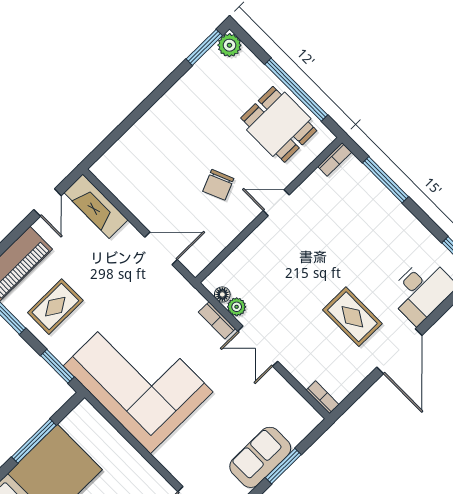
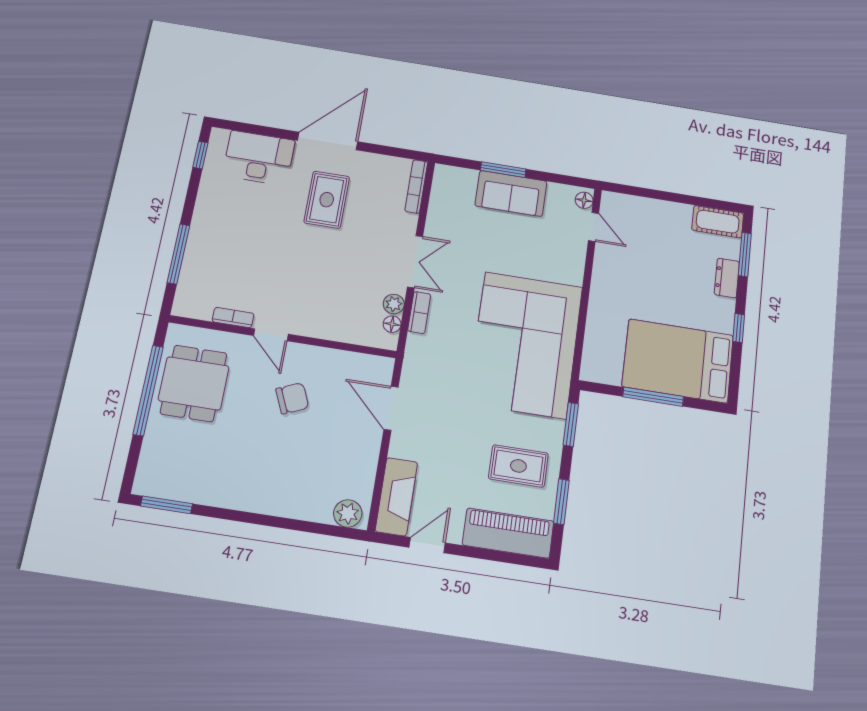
plant: (229, 45) -> (348, 513), moved
bookcase: (335, 159) -> (233, 318), moved
bookcase: (323, 397) -> (416, 186), width x1.56

